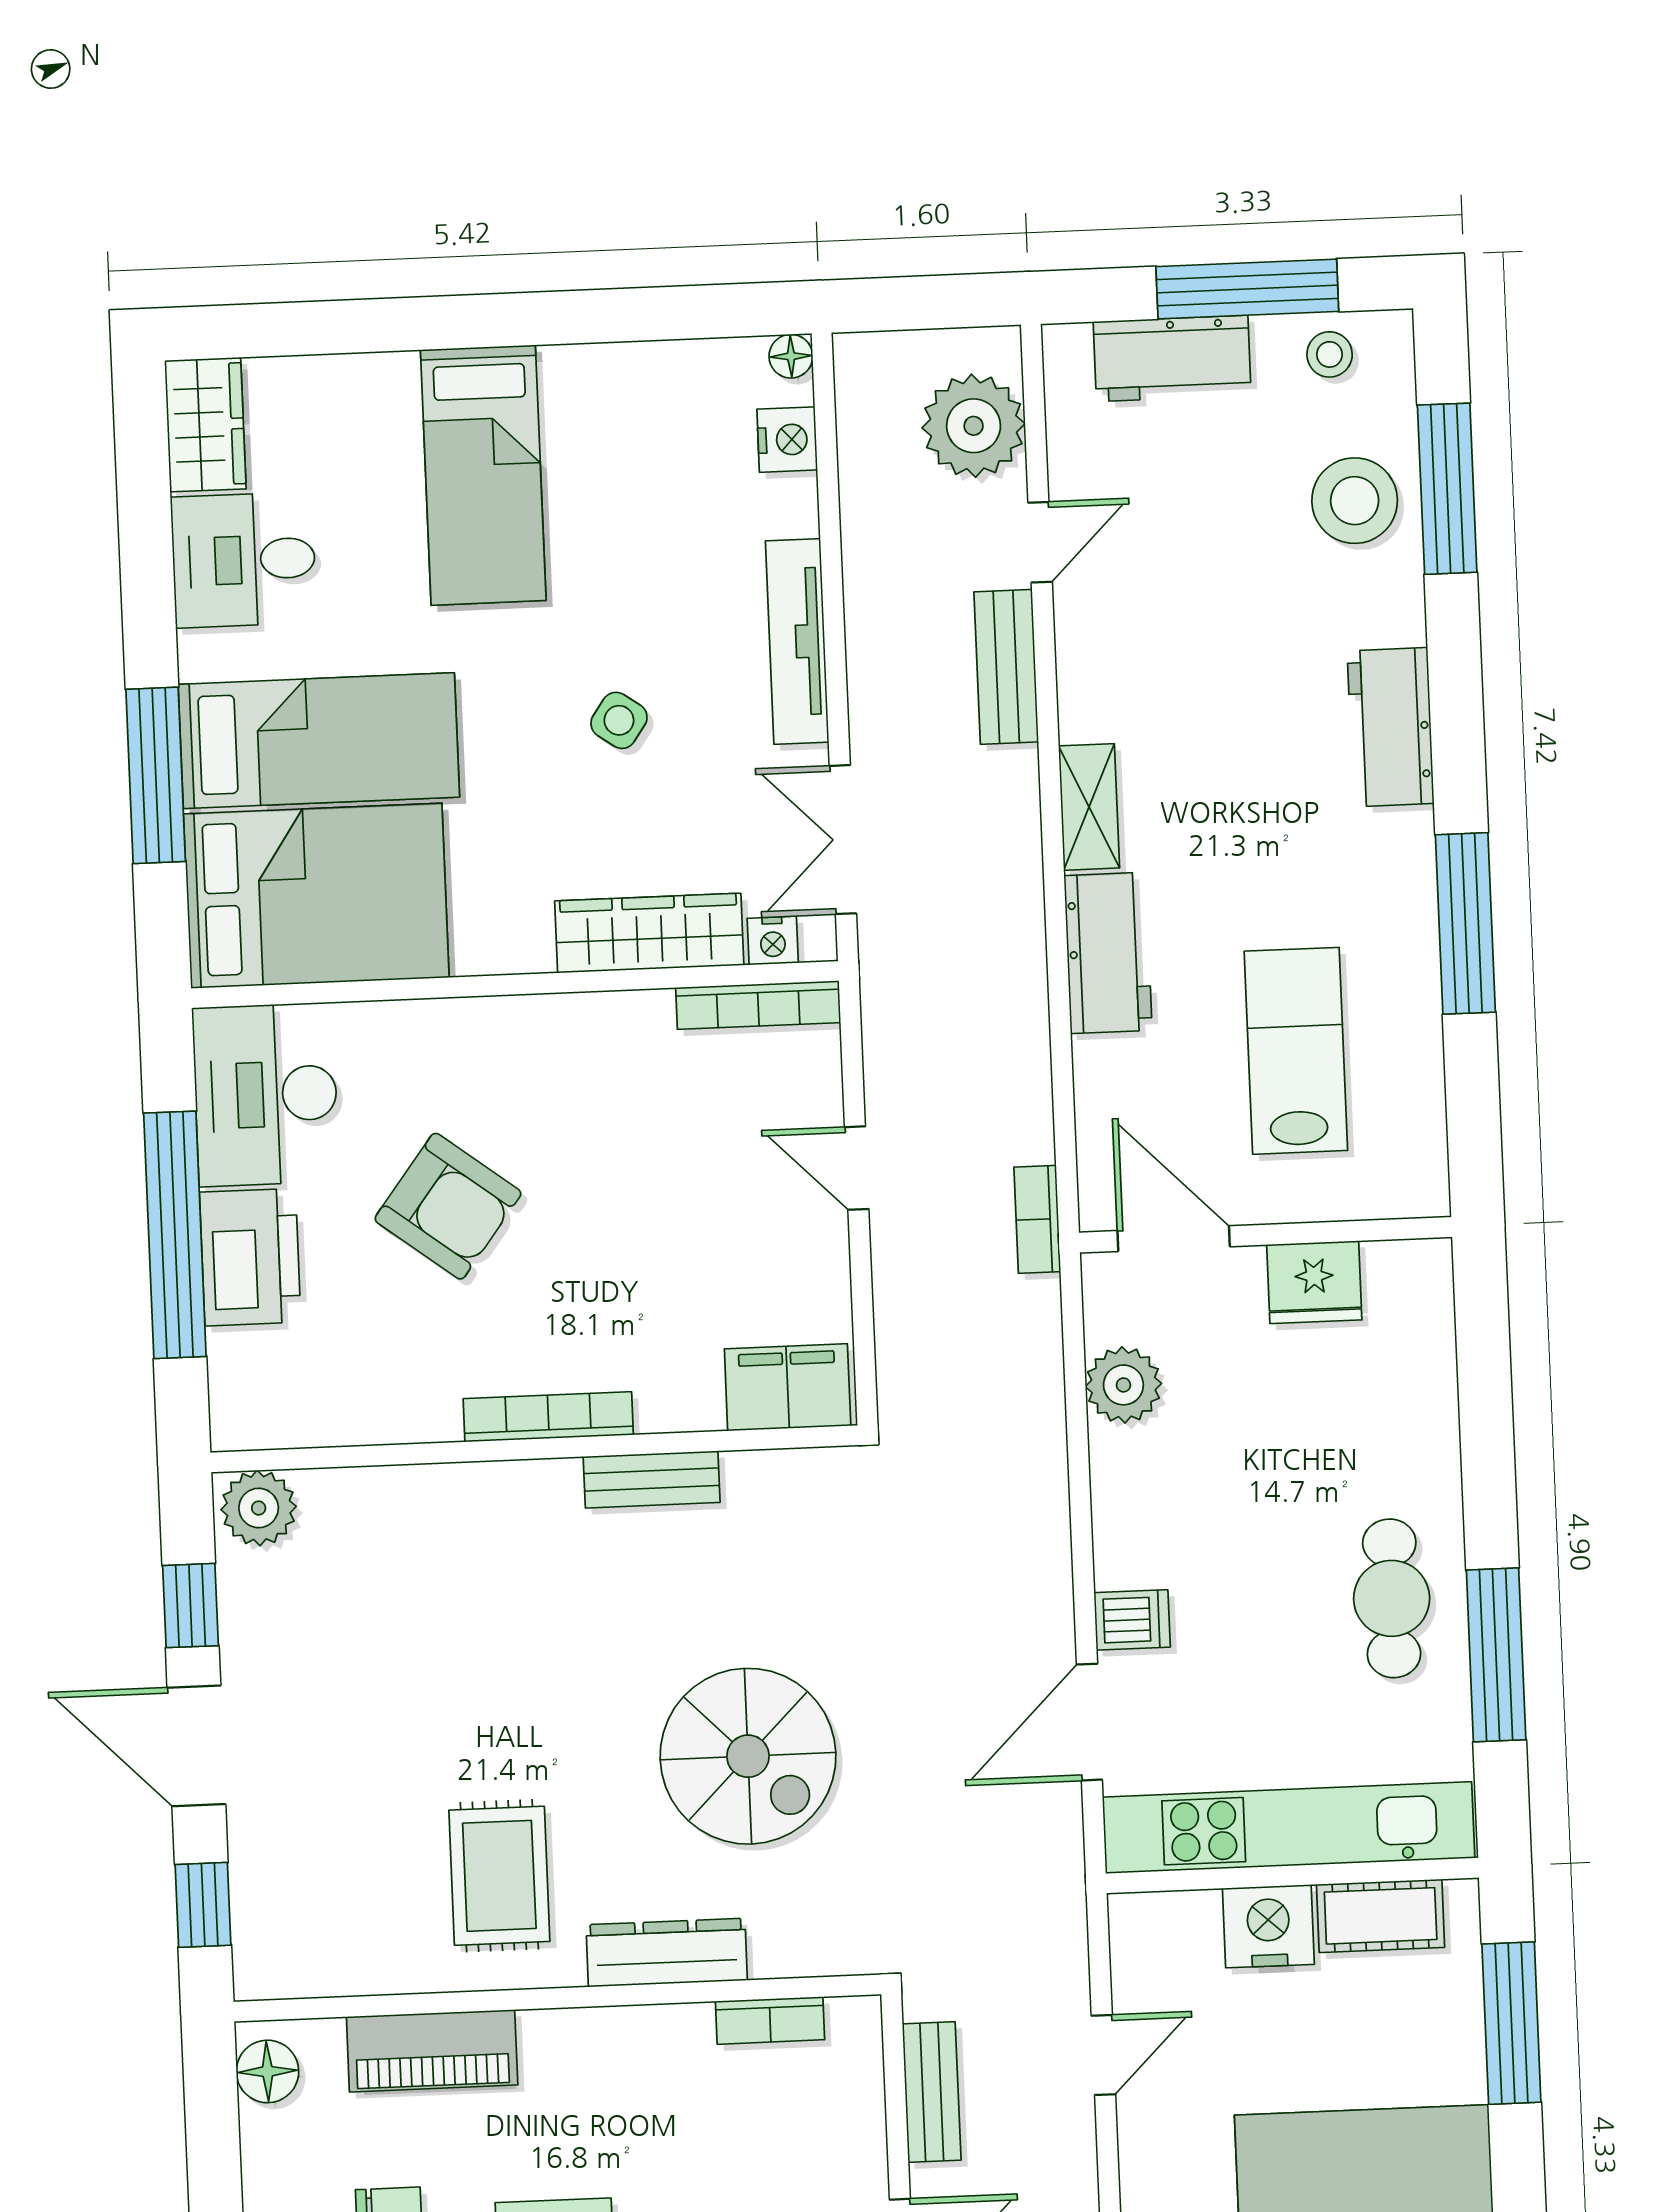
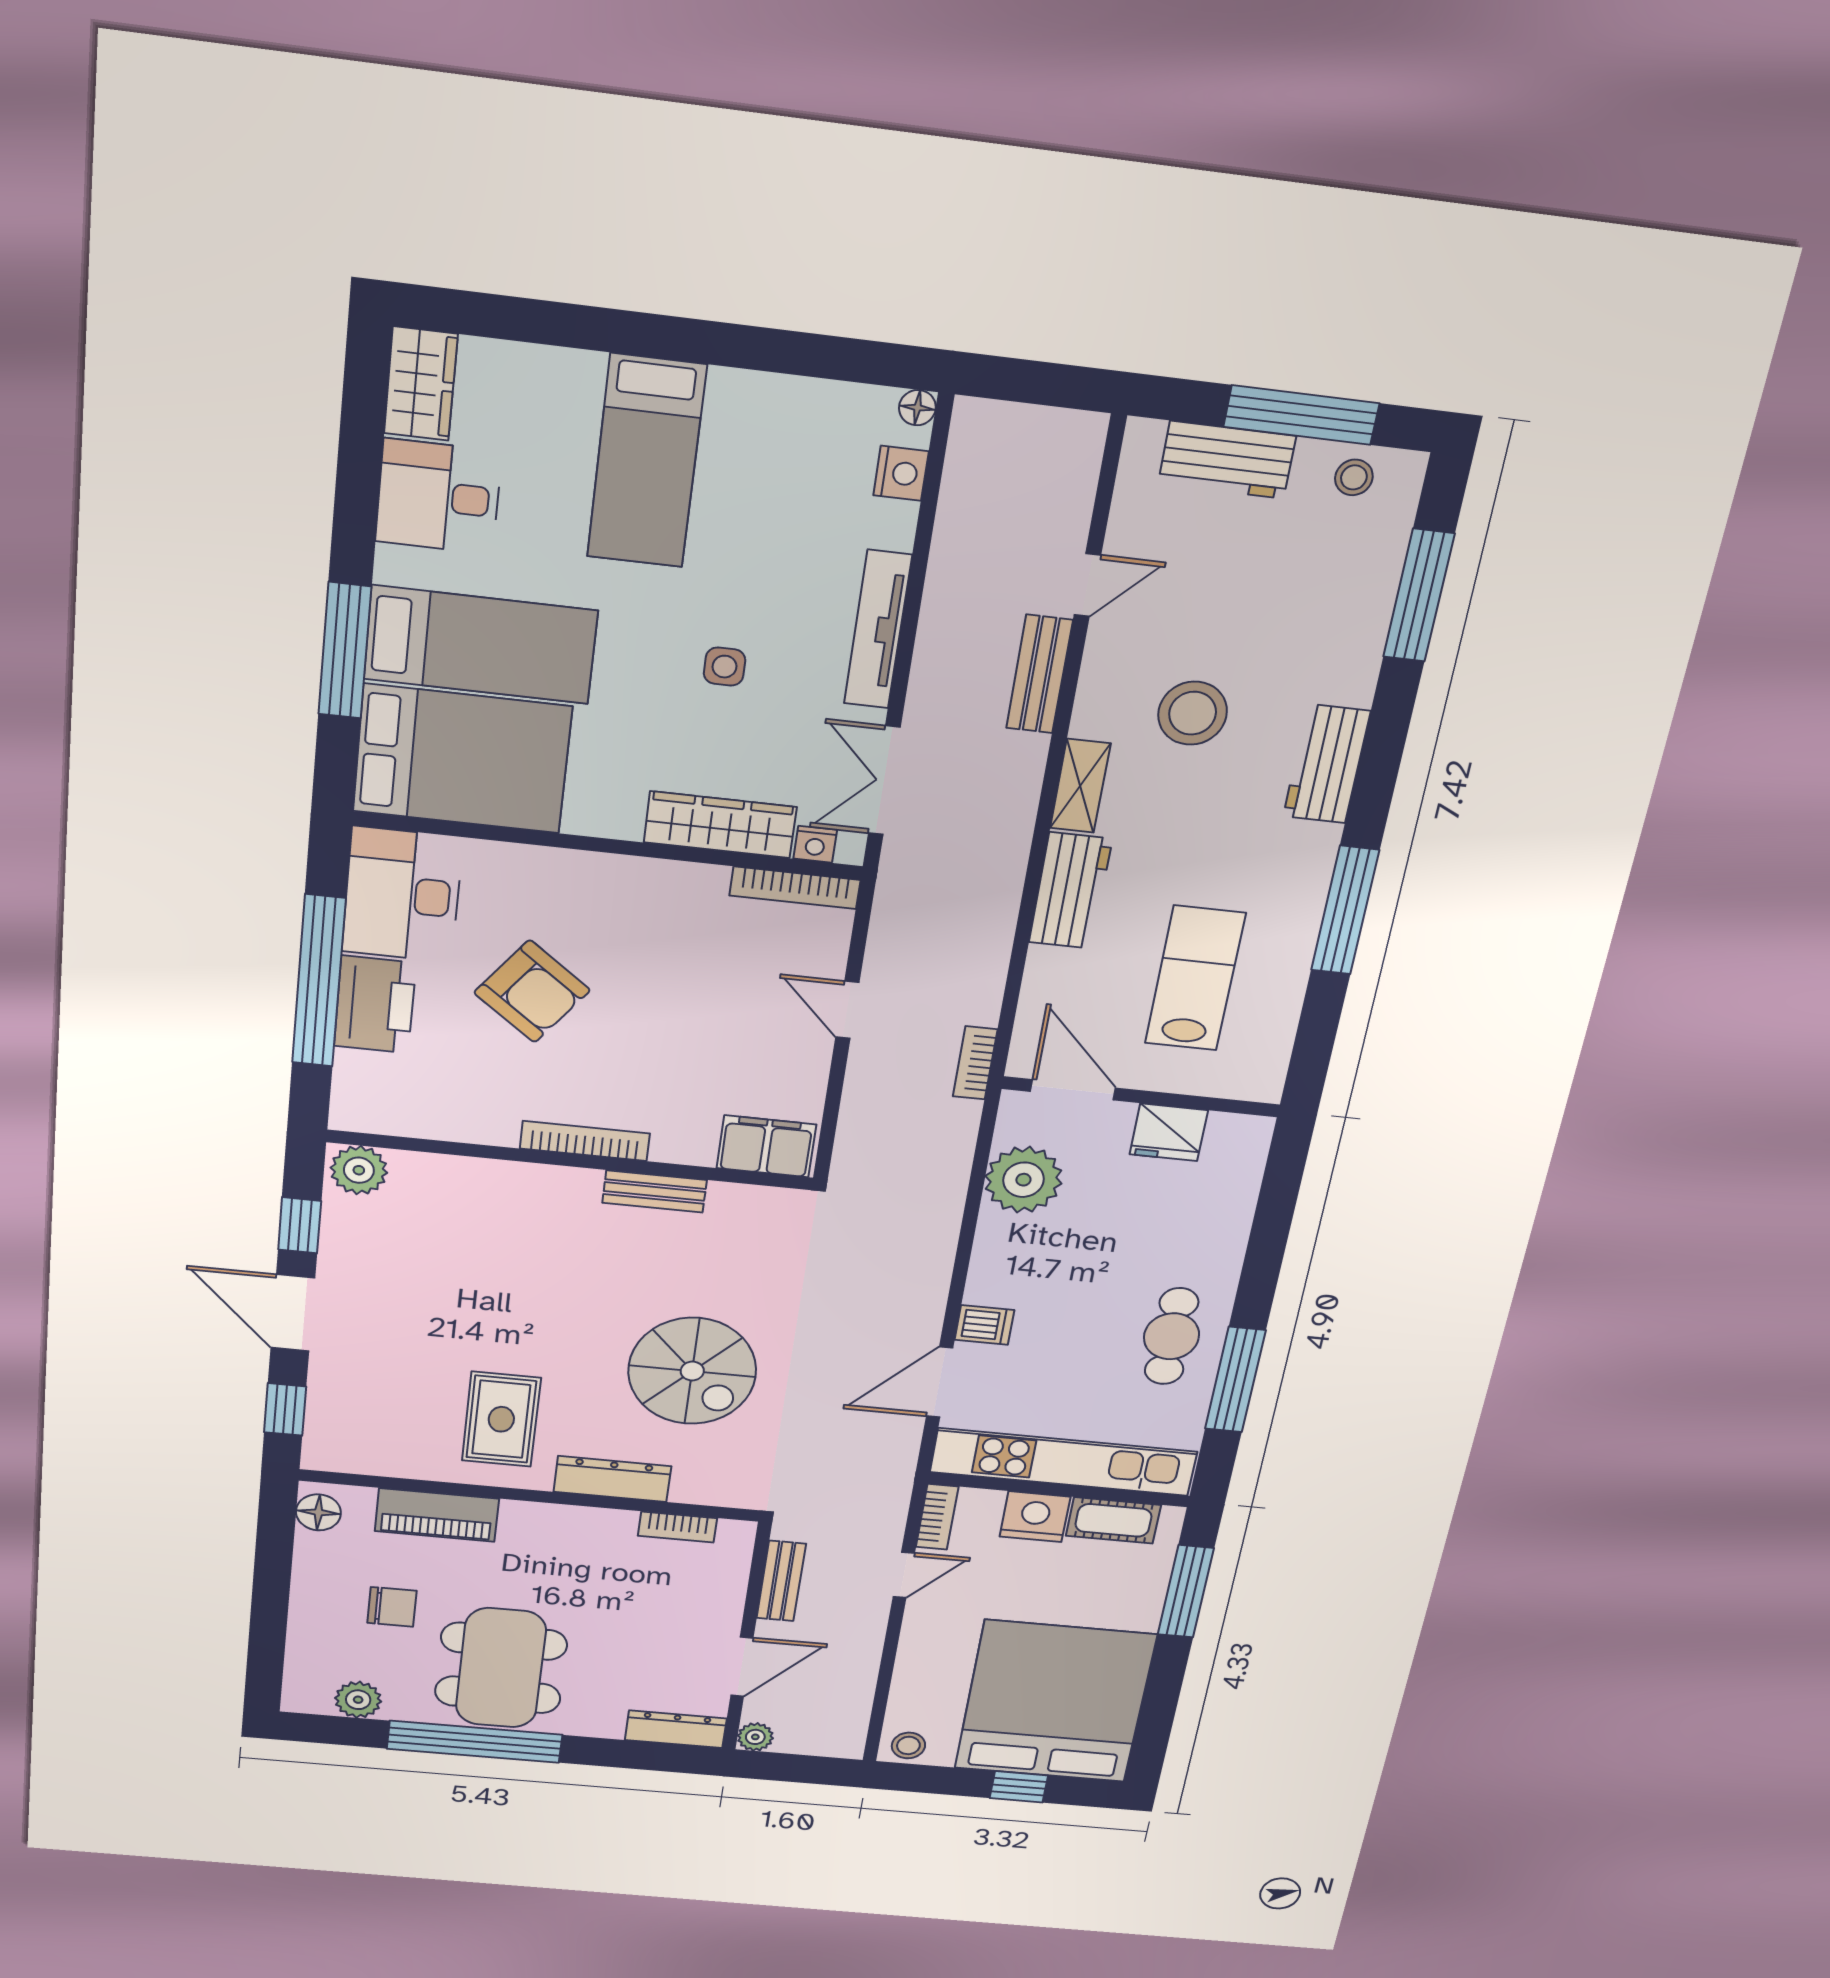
plant: (974, 426) -> (1055, 487), removed
stool: (1355, 501) -> (1193, 713), moved
side table: (619, 720) -> (725, 667), turned -35
plant: (1123, 1385) -> (1023, 1180), width x1.36, depth x1.36
bookcase: (1131, 1948) -> (937, 1517), added

